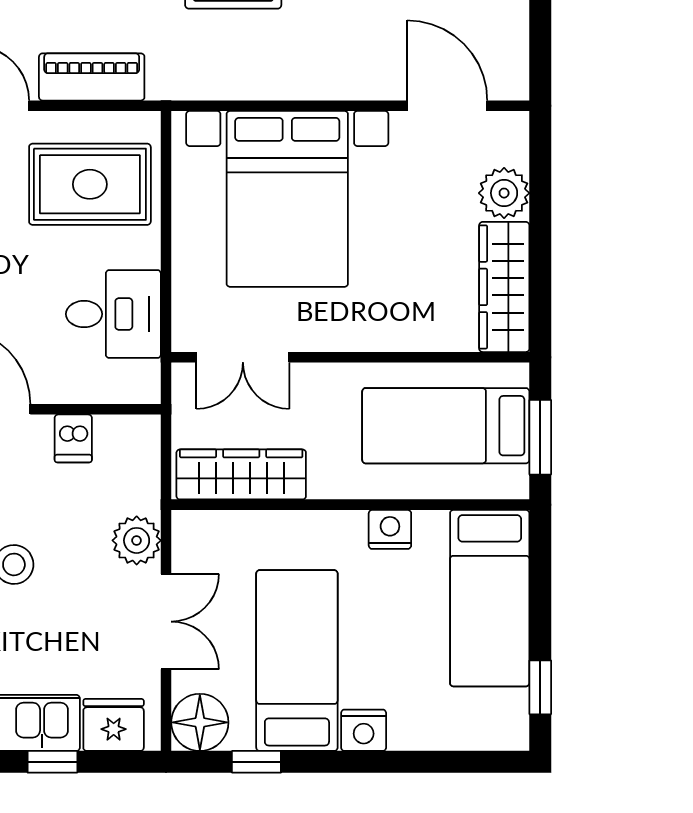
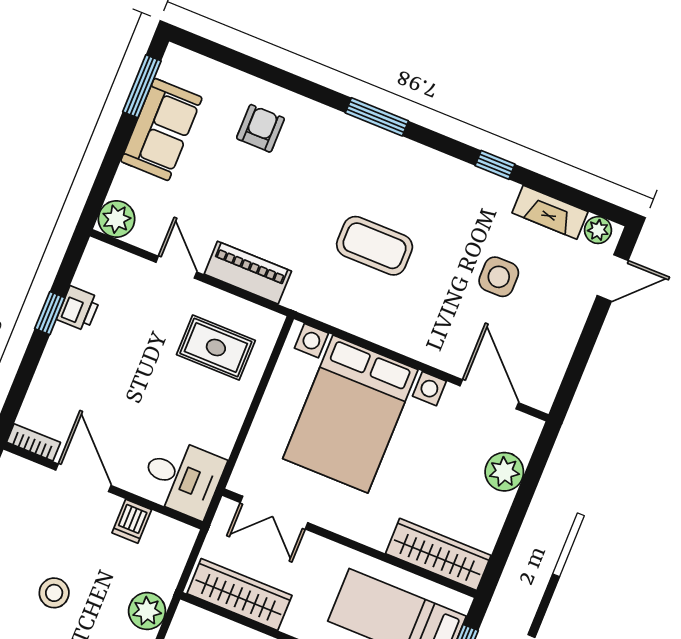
rug: (90, 184) -> (216, 348), width x0.73, depth x0.70
wardrobe: (504, 287) -> (438, 554), moved, turned 90
desk: (113, 314) -> (182, 478), moved

